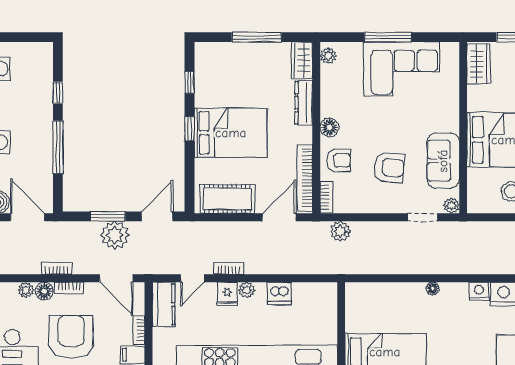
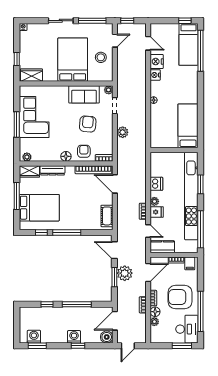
window: (190, 129) -> (67, 233), width x2.17
bed: (231, 133) -> (39, 208), moved, turned 90
cot: (227, 199) -> (107, 216), width x0.73, depth x0.75
plant: (340, 231) -> (123, 132), moved

